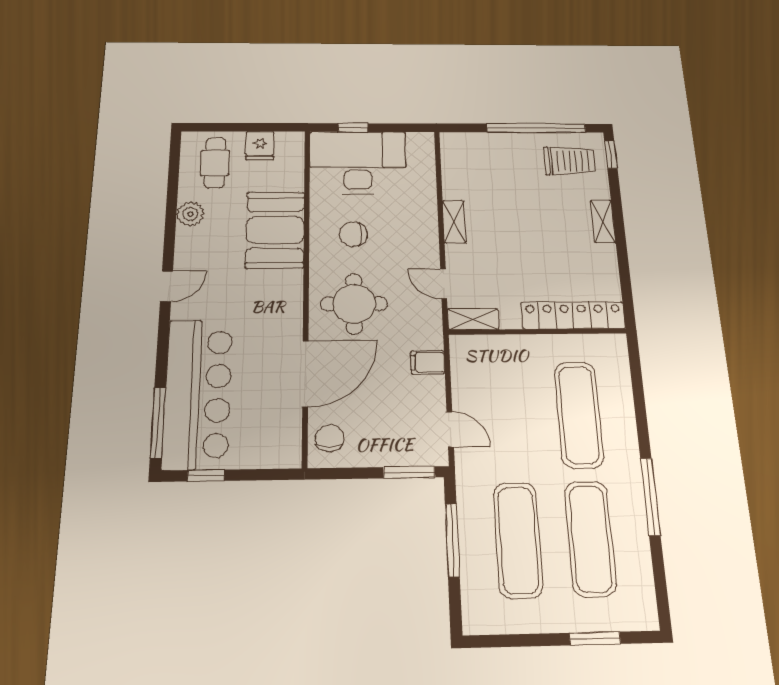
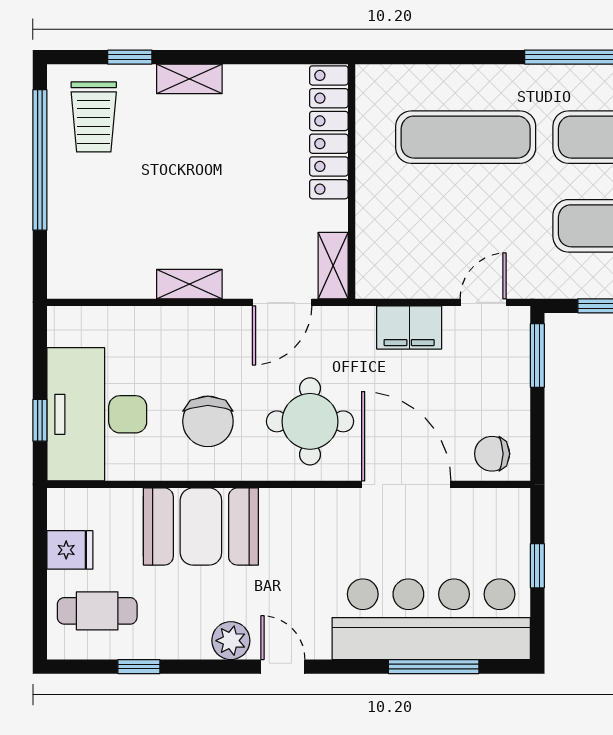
window: (611, 155) -> (130, 57), moved
trolley: (569, 161) -> (94, 117), turned 180
window: (172, 189) -> (139, 667), added
plant: (190, 214) -> (231, 641), moved
chair: (353, 234) -> (208, 421), width x1.37, depth x1.37
door: (444, 284) -> (282, 302), width x1.37
filing cabinet: (428, 362) -> (409, 327), width x2.00
window: (158, 423) -> (434, 667), moved
window: (206, 476) -> (537, 566), moved

